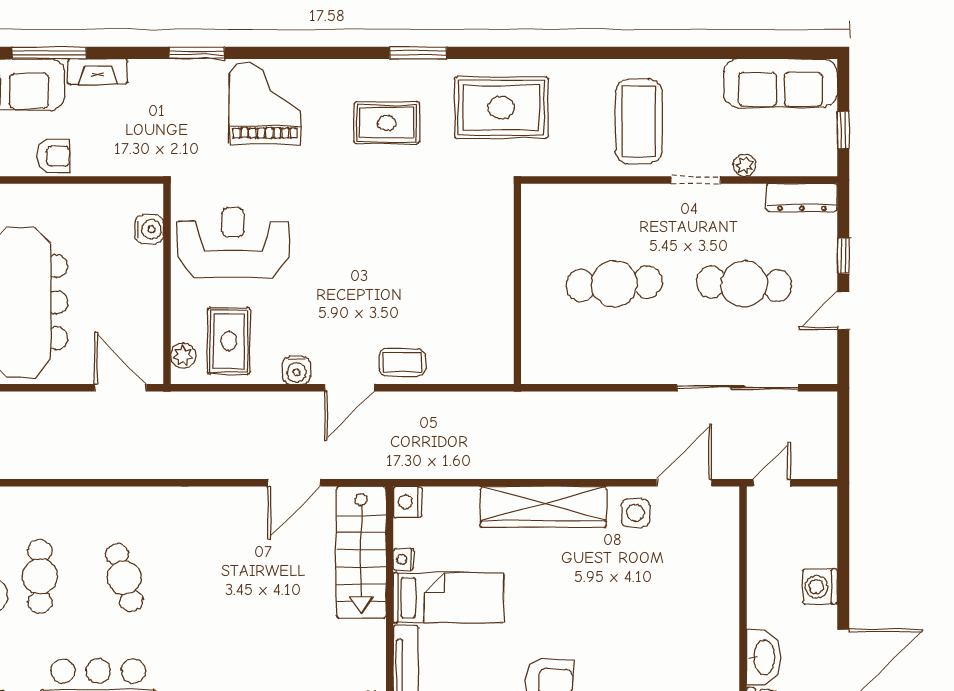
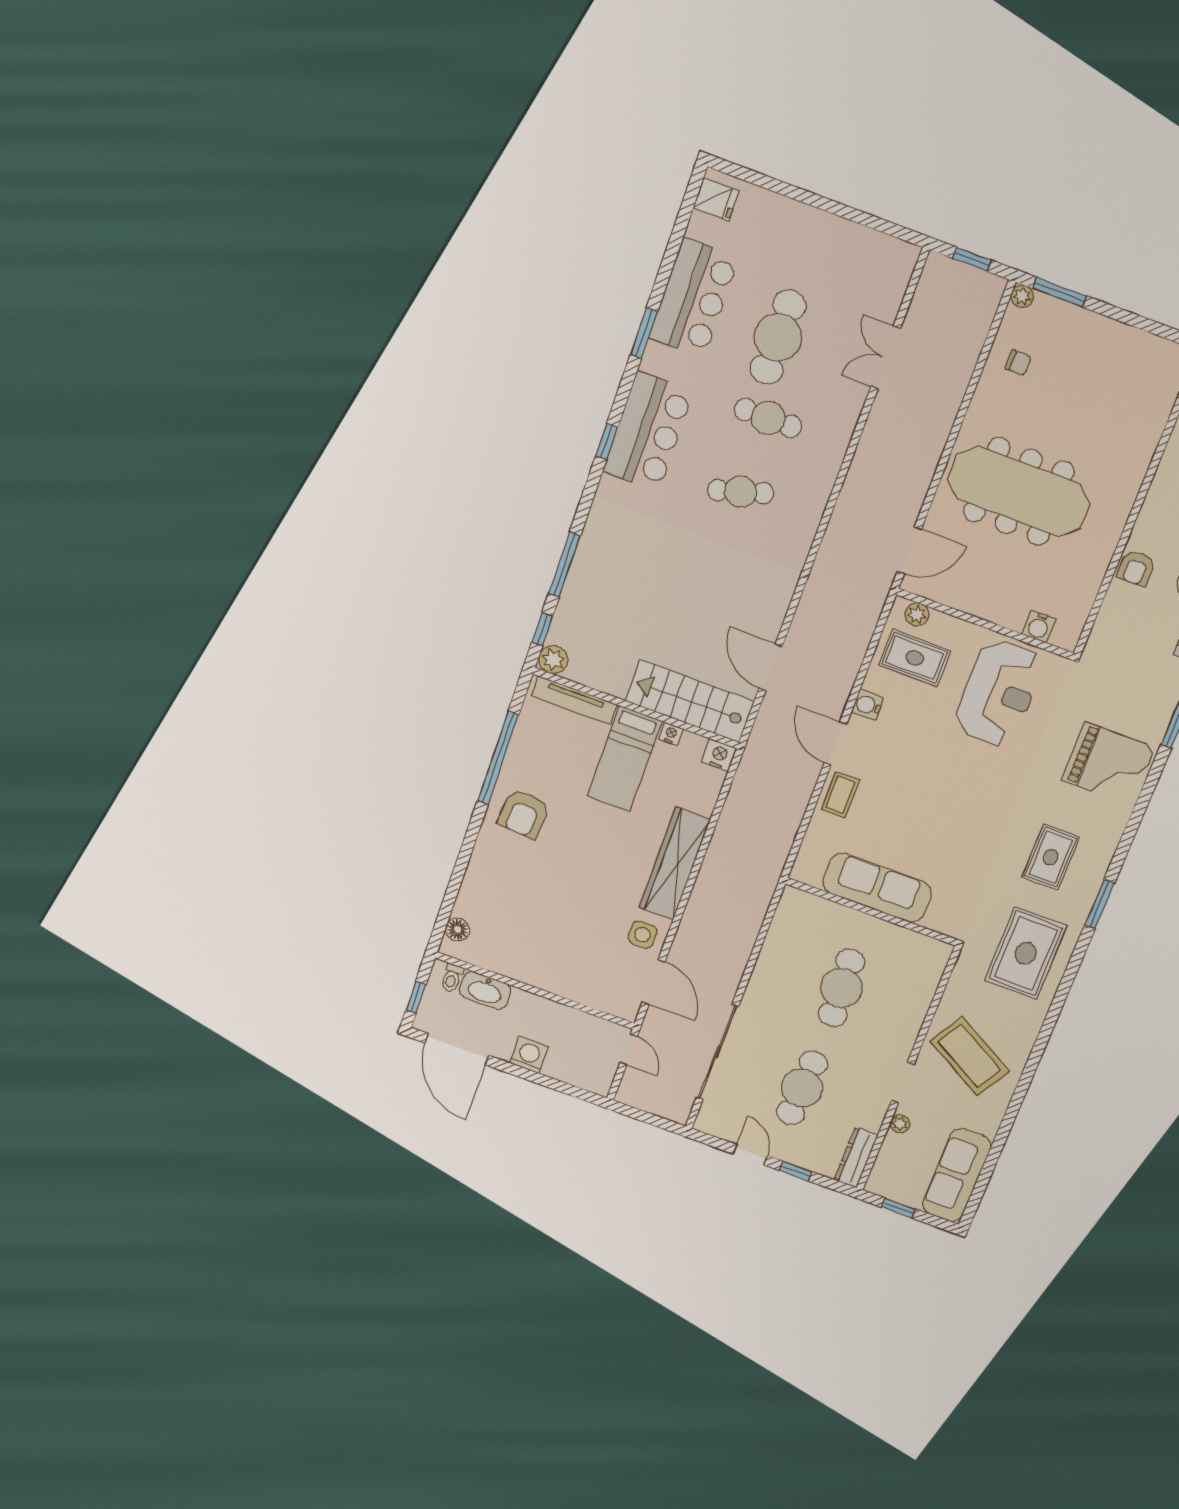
coffee table: (639, 121) -> (970, 1056), turned 30
sofa: (489, 288) -> (877, 888), added

